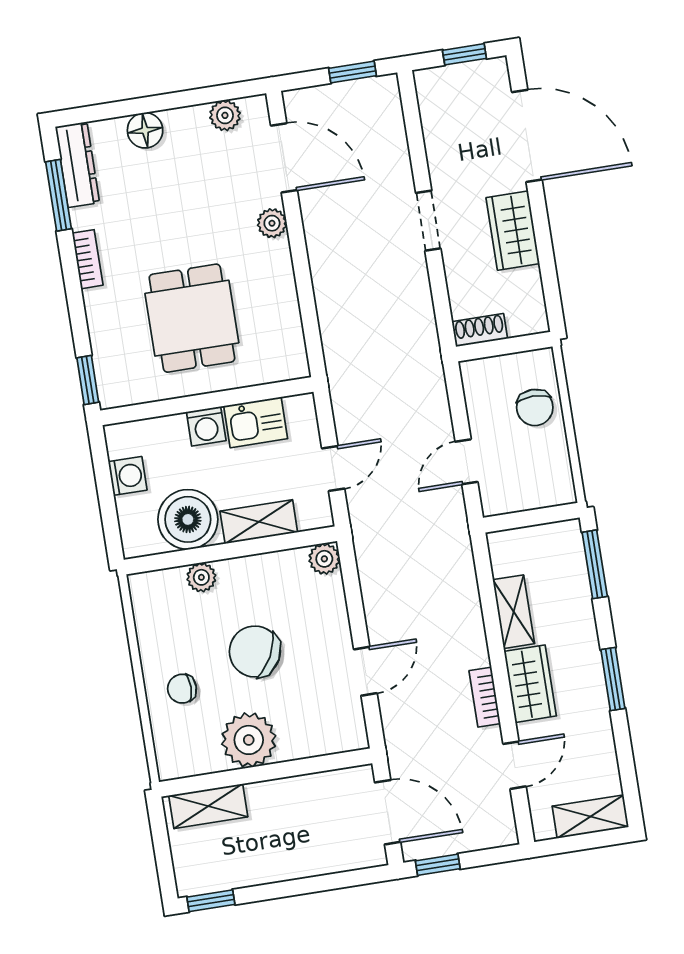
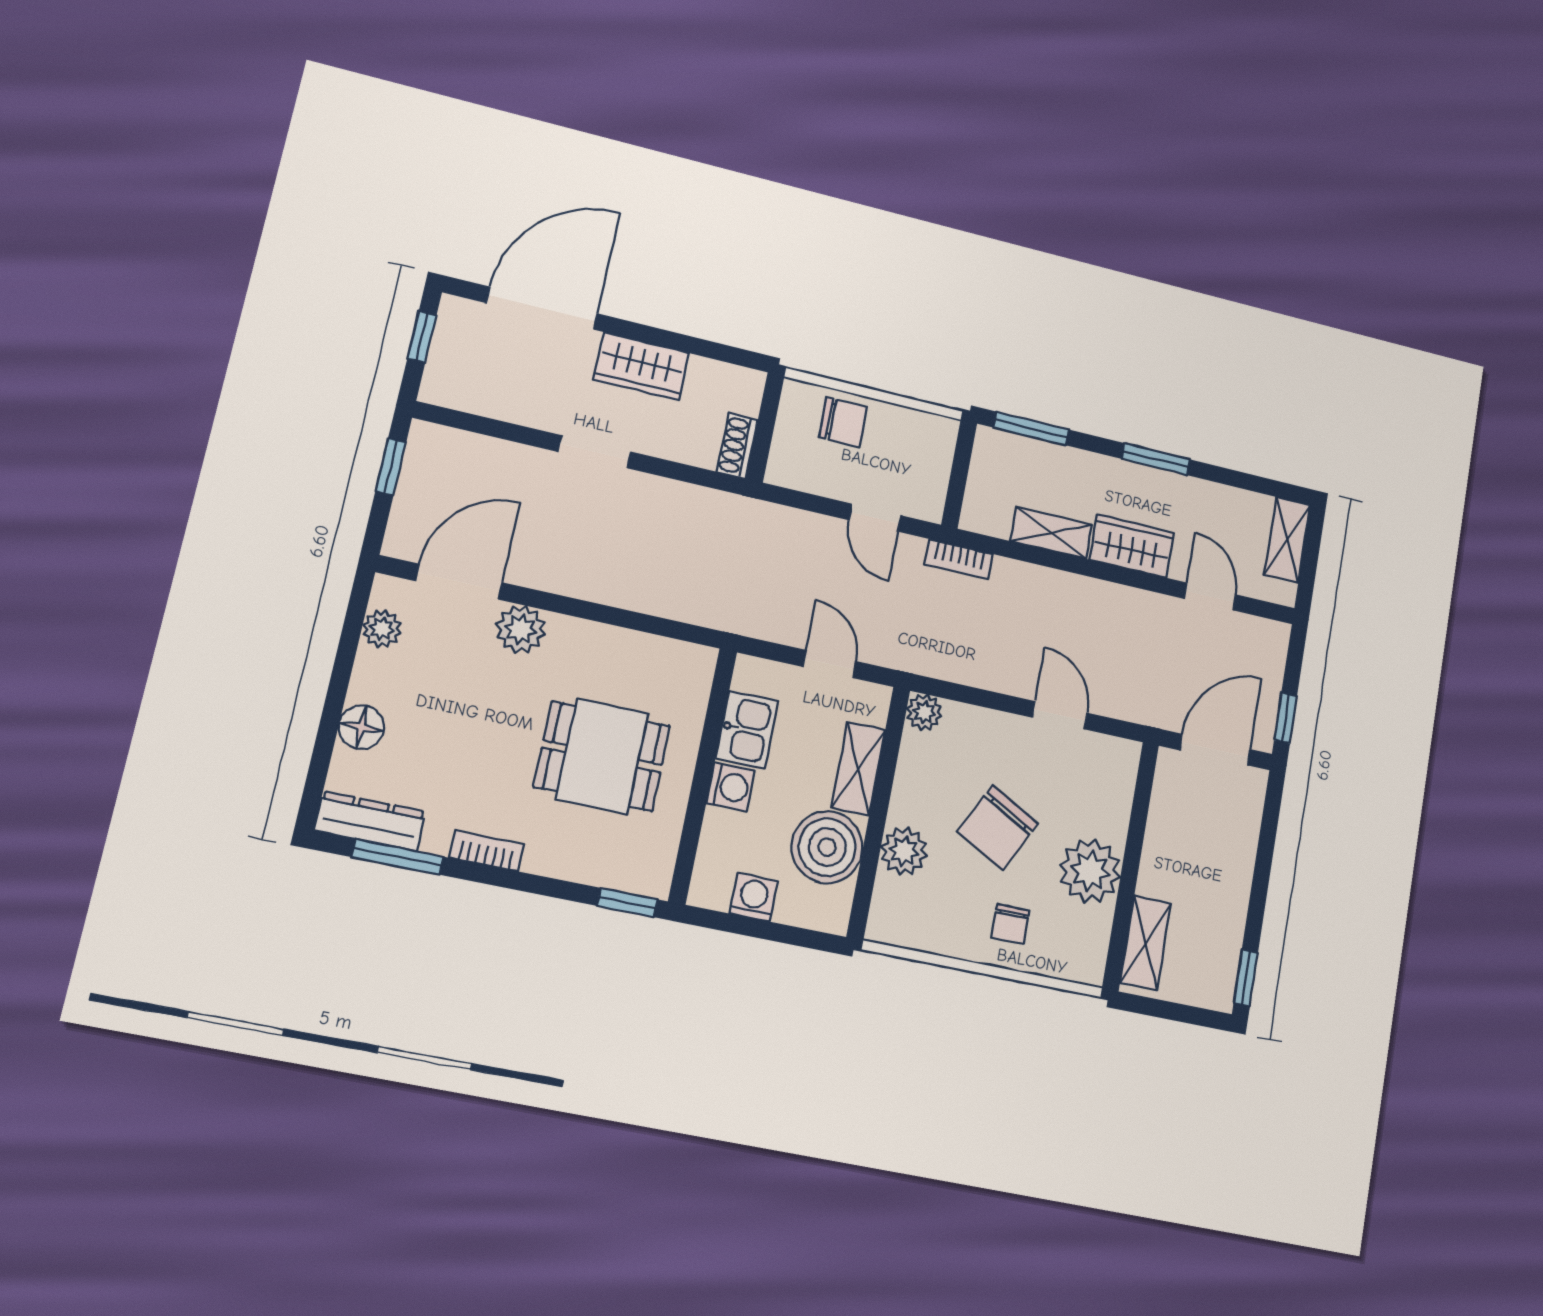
plant: (272, 223) -> (521, 629), width x1.38, depth x1.38
plant: (201, 577) -> (904, 851), width x1.38, depth x1.38
bookcase: (485, 697) -> (959, 559), moved

